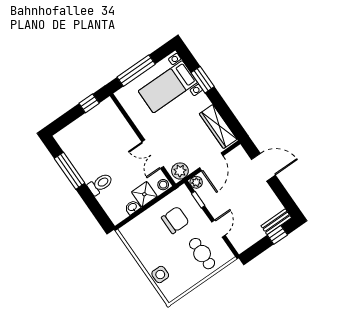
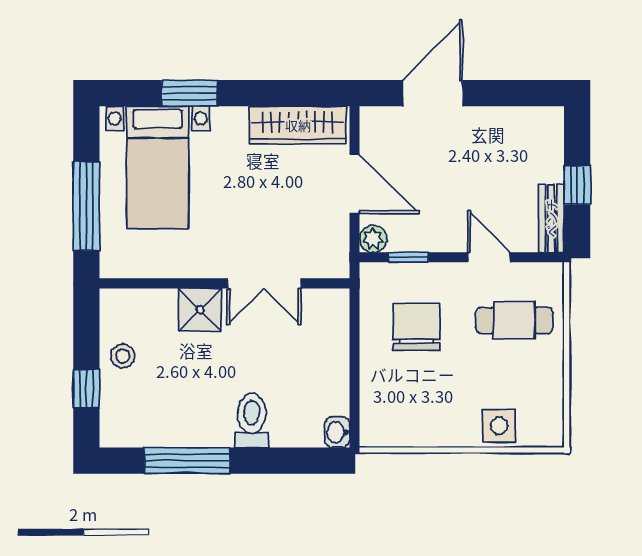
window: (89, 103) -> (86, 388), moved
plant: (180, 171) -> (331, 254), removed
stool: (163, 185) -> (123, 356), moved
shower: (144, 194) -> (200, 310), moved
washbasin: (132, 207) -> (337, 432), moved
bench: (276, 222) -> (551, 218), moved
window: (277, 235) -> (577, 185), moved

